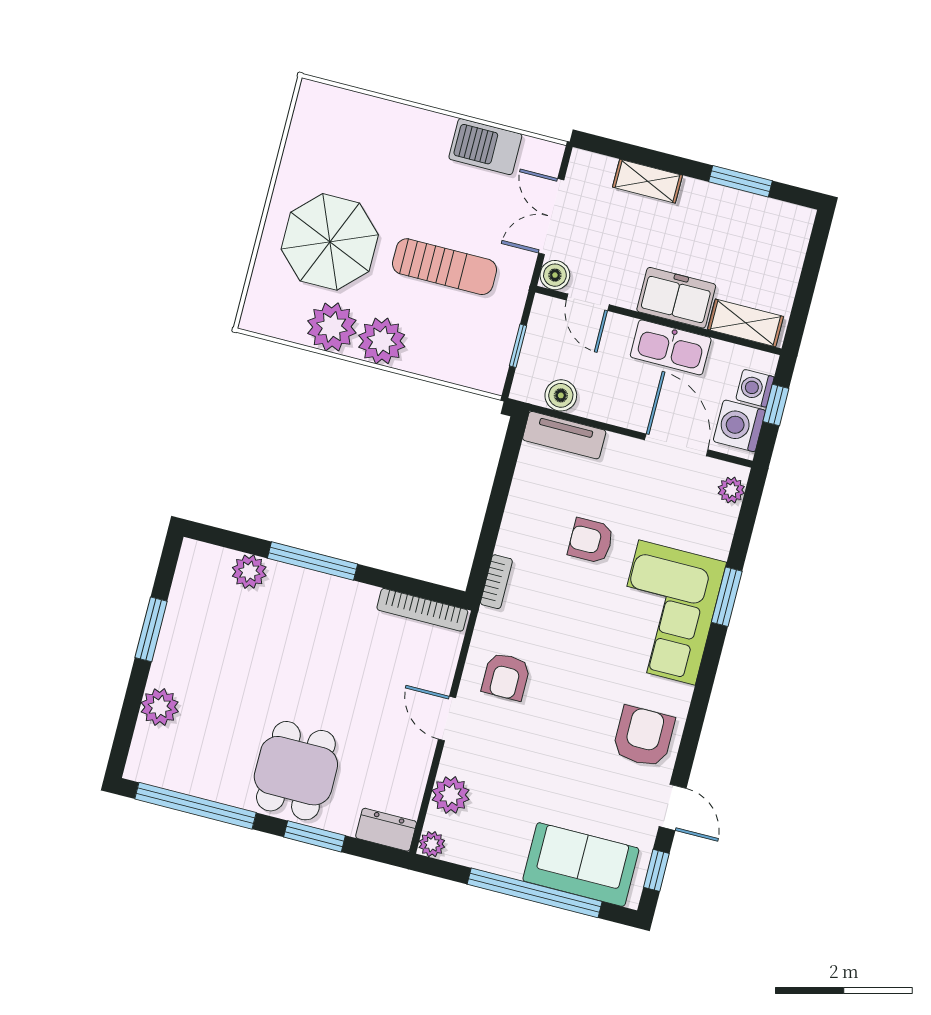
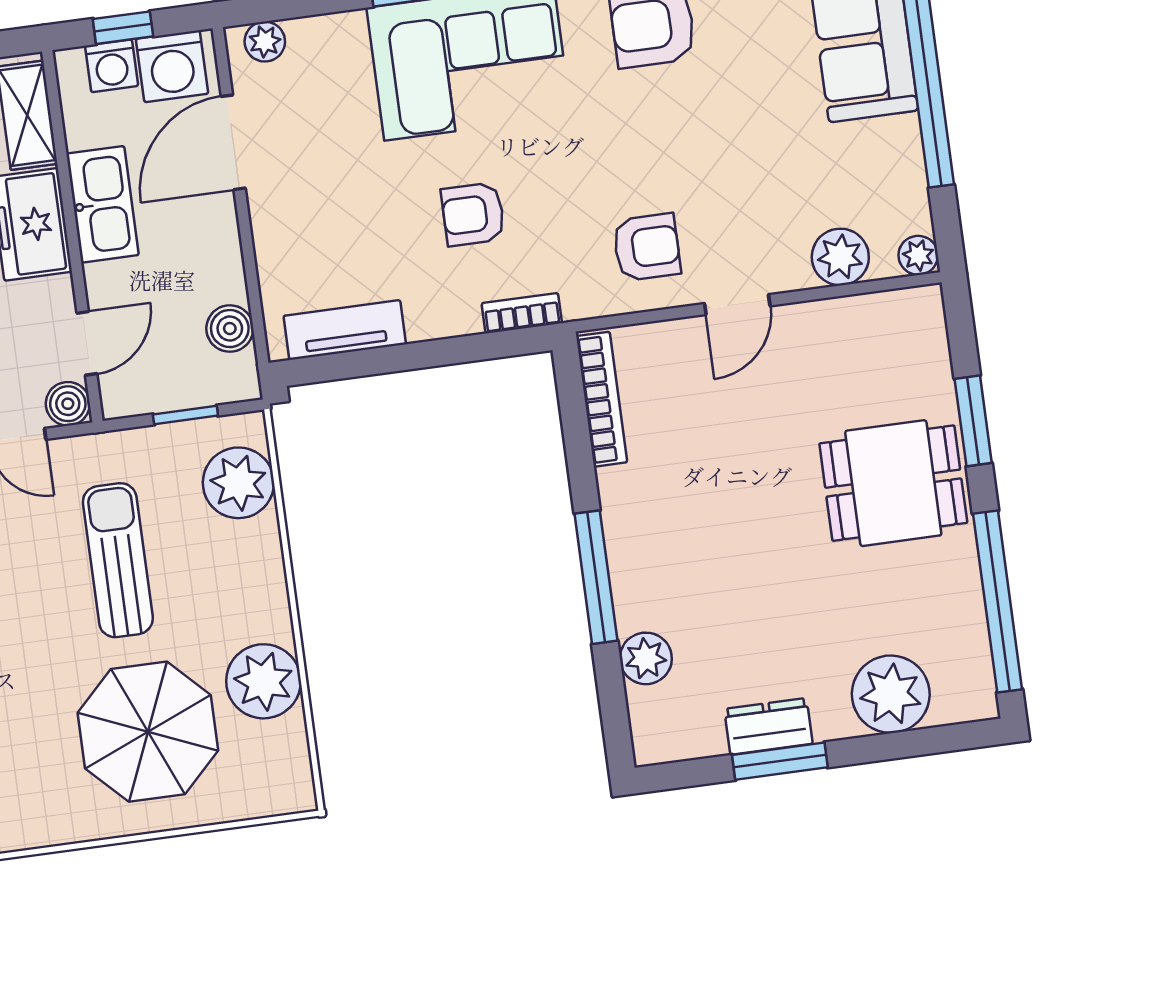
plant: (382, 341) -> (238, 483), moved
tv unit: (564, 435) -> (345, 330), moved, turned -90
armchair: (591, 541) -> (473, 214), moved, turned 90
plant: (160, 707) -> (891, 694), width x1.36, depth x1.36
dresser: (386, 830) -> (768, 726), moved, turned 90

